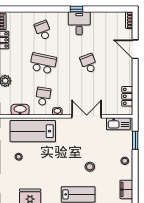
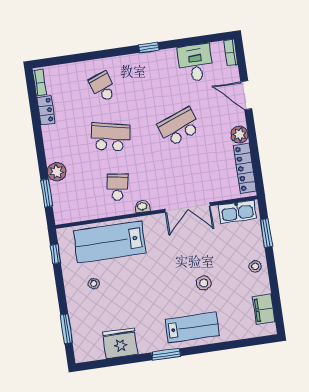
desk: (79, 23) -> (195, 63), moved
school desk: (89, 63) -> (179, 127), width x1.85
plant: (127, 74) -> (239, 135), added
locker: (127, 96) -> (245, 168), width x1.53
washbasin: (20, 110) -> (86, 212), removed
double door: (87, 116) -> (188, 208), swing flipped

